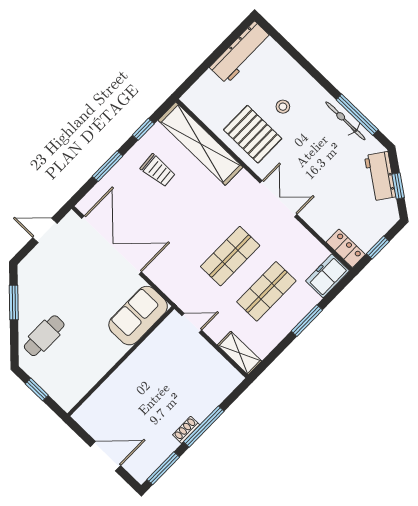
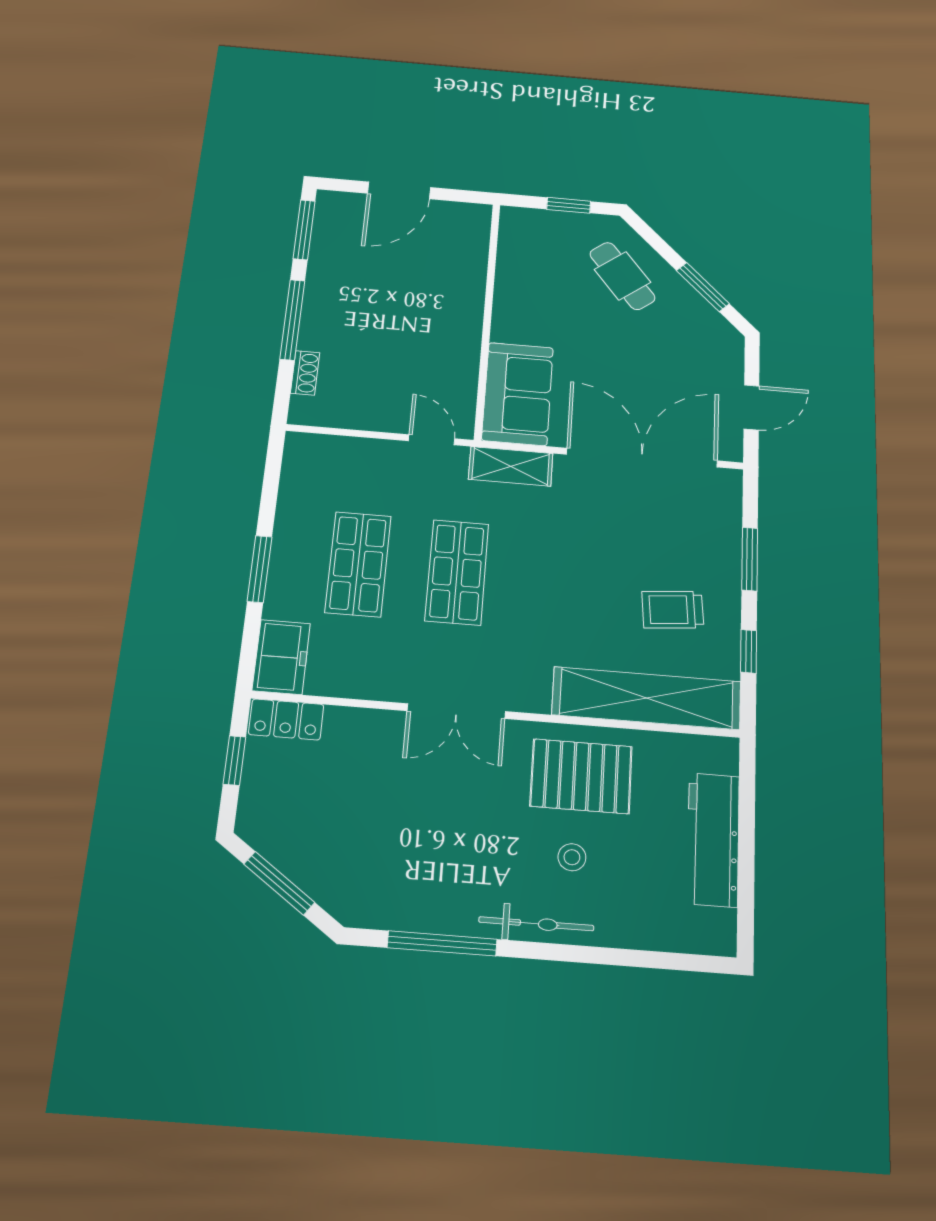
workbench: (241, 53) -> (713, 839), moved
bicycle: (345, 121) -> (536, 924), moved
workbench: (380, 176) -> (322, 875), removed
window: (398, 186) -> (279, 883), width x1.50
double door: (112, 245) -> (642, 458), swing flipped
door: (192, 323) -> (432, 440), swing flipped
cafe table: (44, 336) -> (622, 276), turned -38
shelving: (239, 353) -> (511, 466), moved
shoe rack: (186, 430) -> (305, 373), moved

